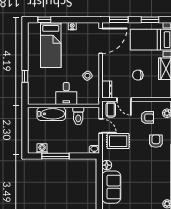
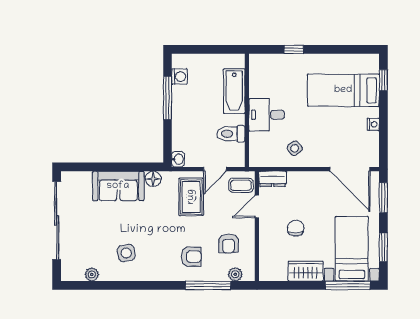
side table: (154, 182) -> (126, 253), added

